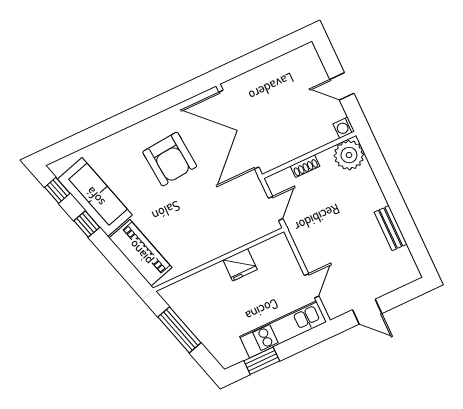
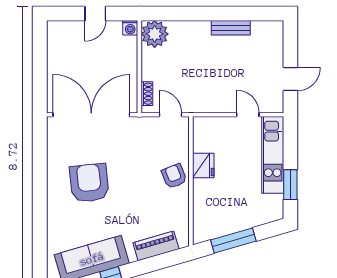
double door: (239, 130) -> (91, 115), swing flipped
armchair: (170, 159) -> (89, 183), turned -91
shoe rack: (305, 166) -> (147, 94), moved
armchair: (216, 241) -> (174, 176), added
piano: (140, 253) -> (156, 246), width x0.73, depth x0.75

